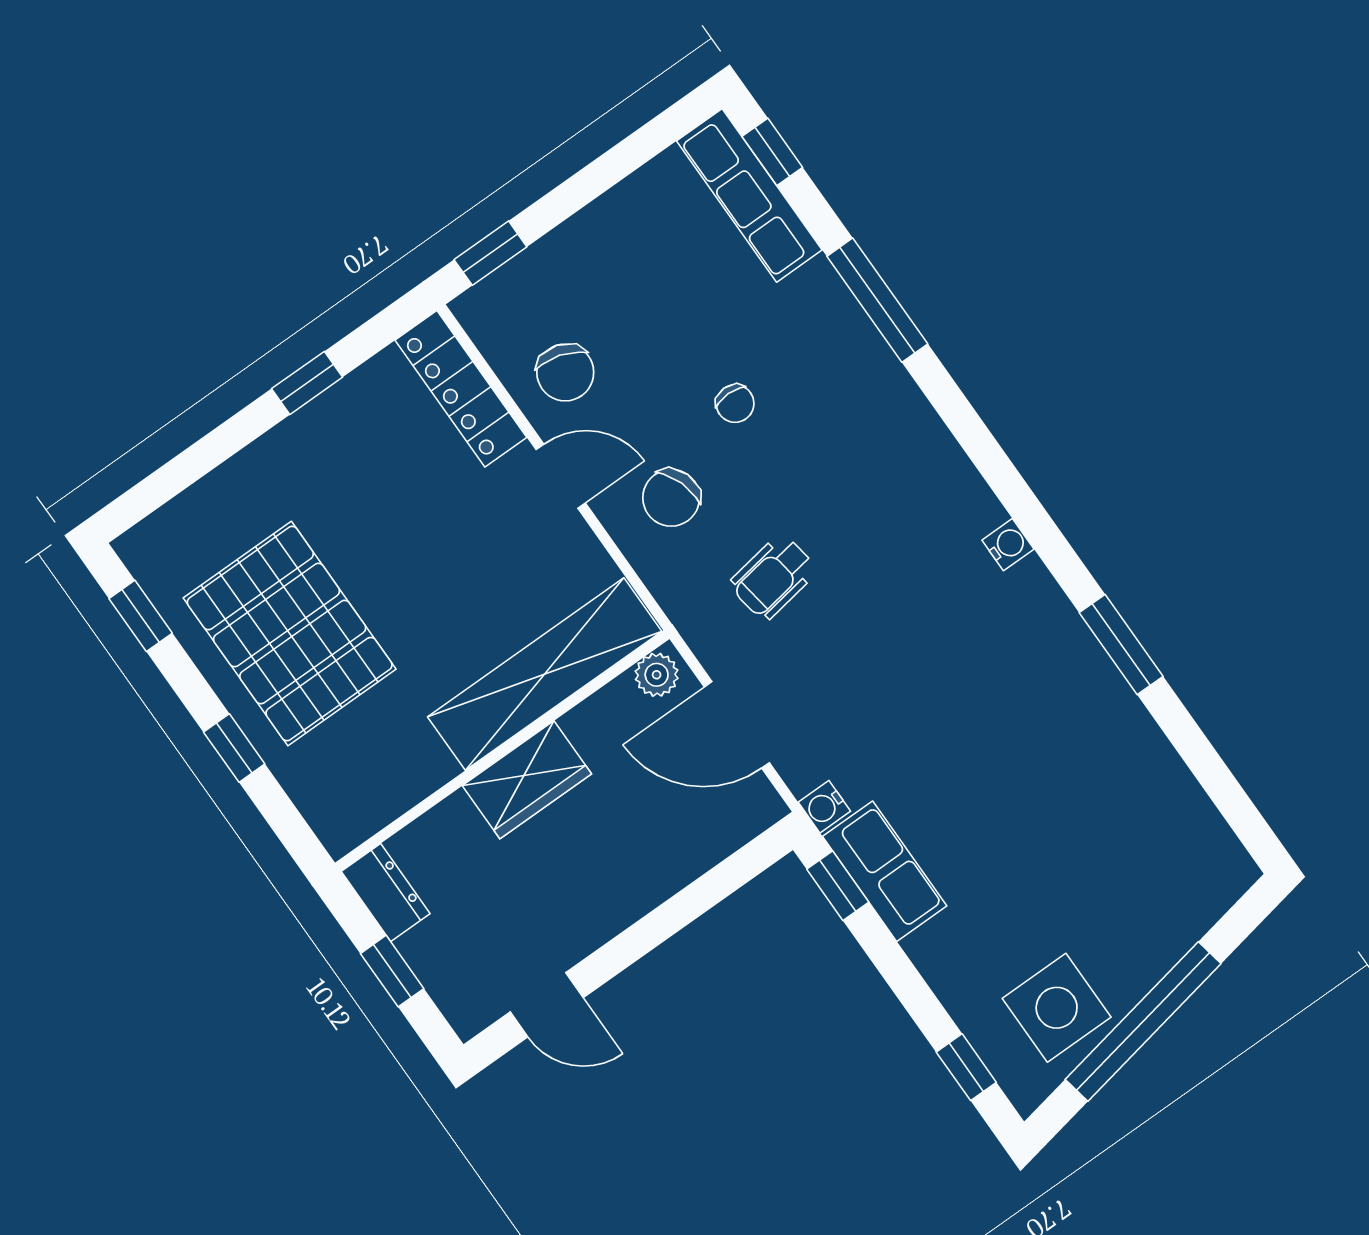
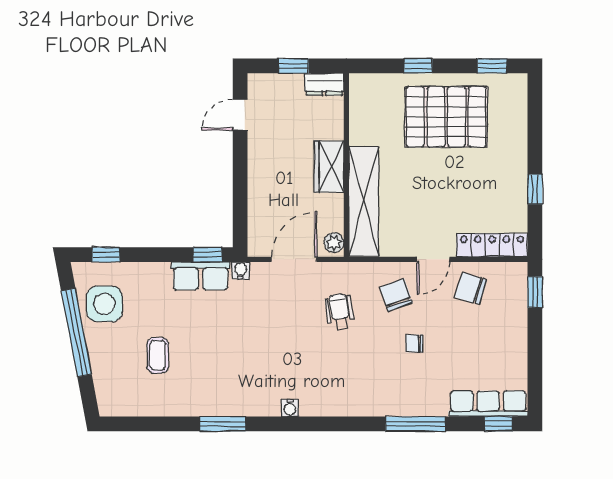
coffee table: (1081, 847) -> (158, 355), added

